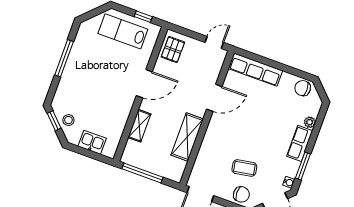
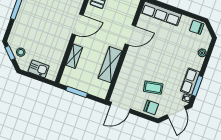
row of seats: (300, 143) -> (190, 81), moved
window: (142, 173) -> (77, 92), width x0.69

